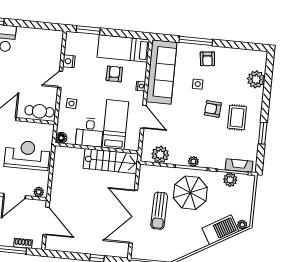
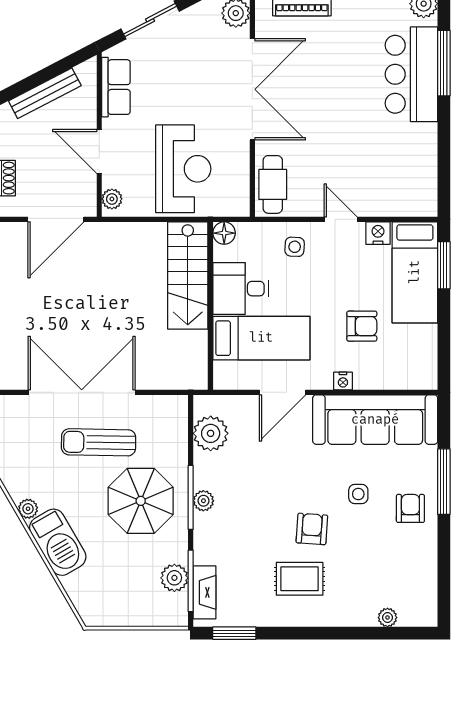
bed: (123, 49) -> (415, 272), moved, turned 180
armchair: (207, 59) -> (410, 508), turned 96
plant: (256, 79) -> (387, 617), width x0.53, depth x0.53
window: (263, 133) -> (234, 633), moved
stairs: (111, 161) -> (188, 275), moved
plant: (242, 225) -> (28, 509), moved
barbecue: (220, 230) -> (58, 542), moved

